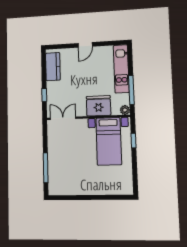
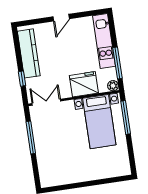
kitchen counter: (53, 67) -> (29, 53), width x1.50
window: (133, 141) -> (126, 117), width x2.17
window: (46, 168) -> (31, 137), moved

